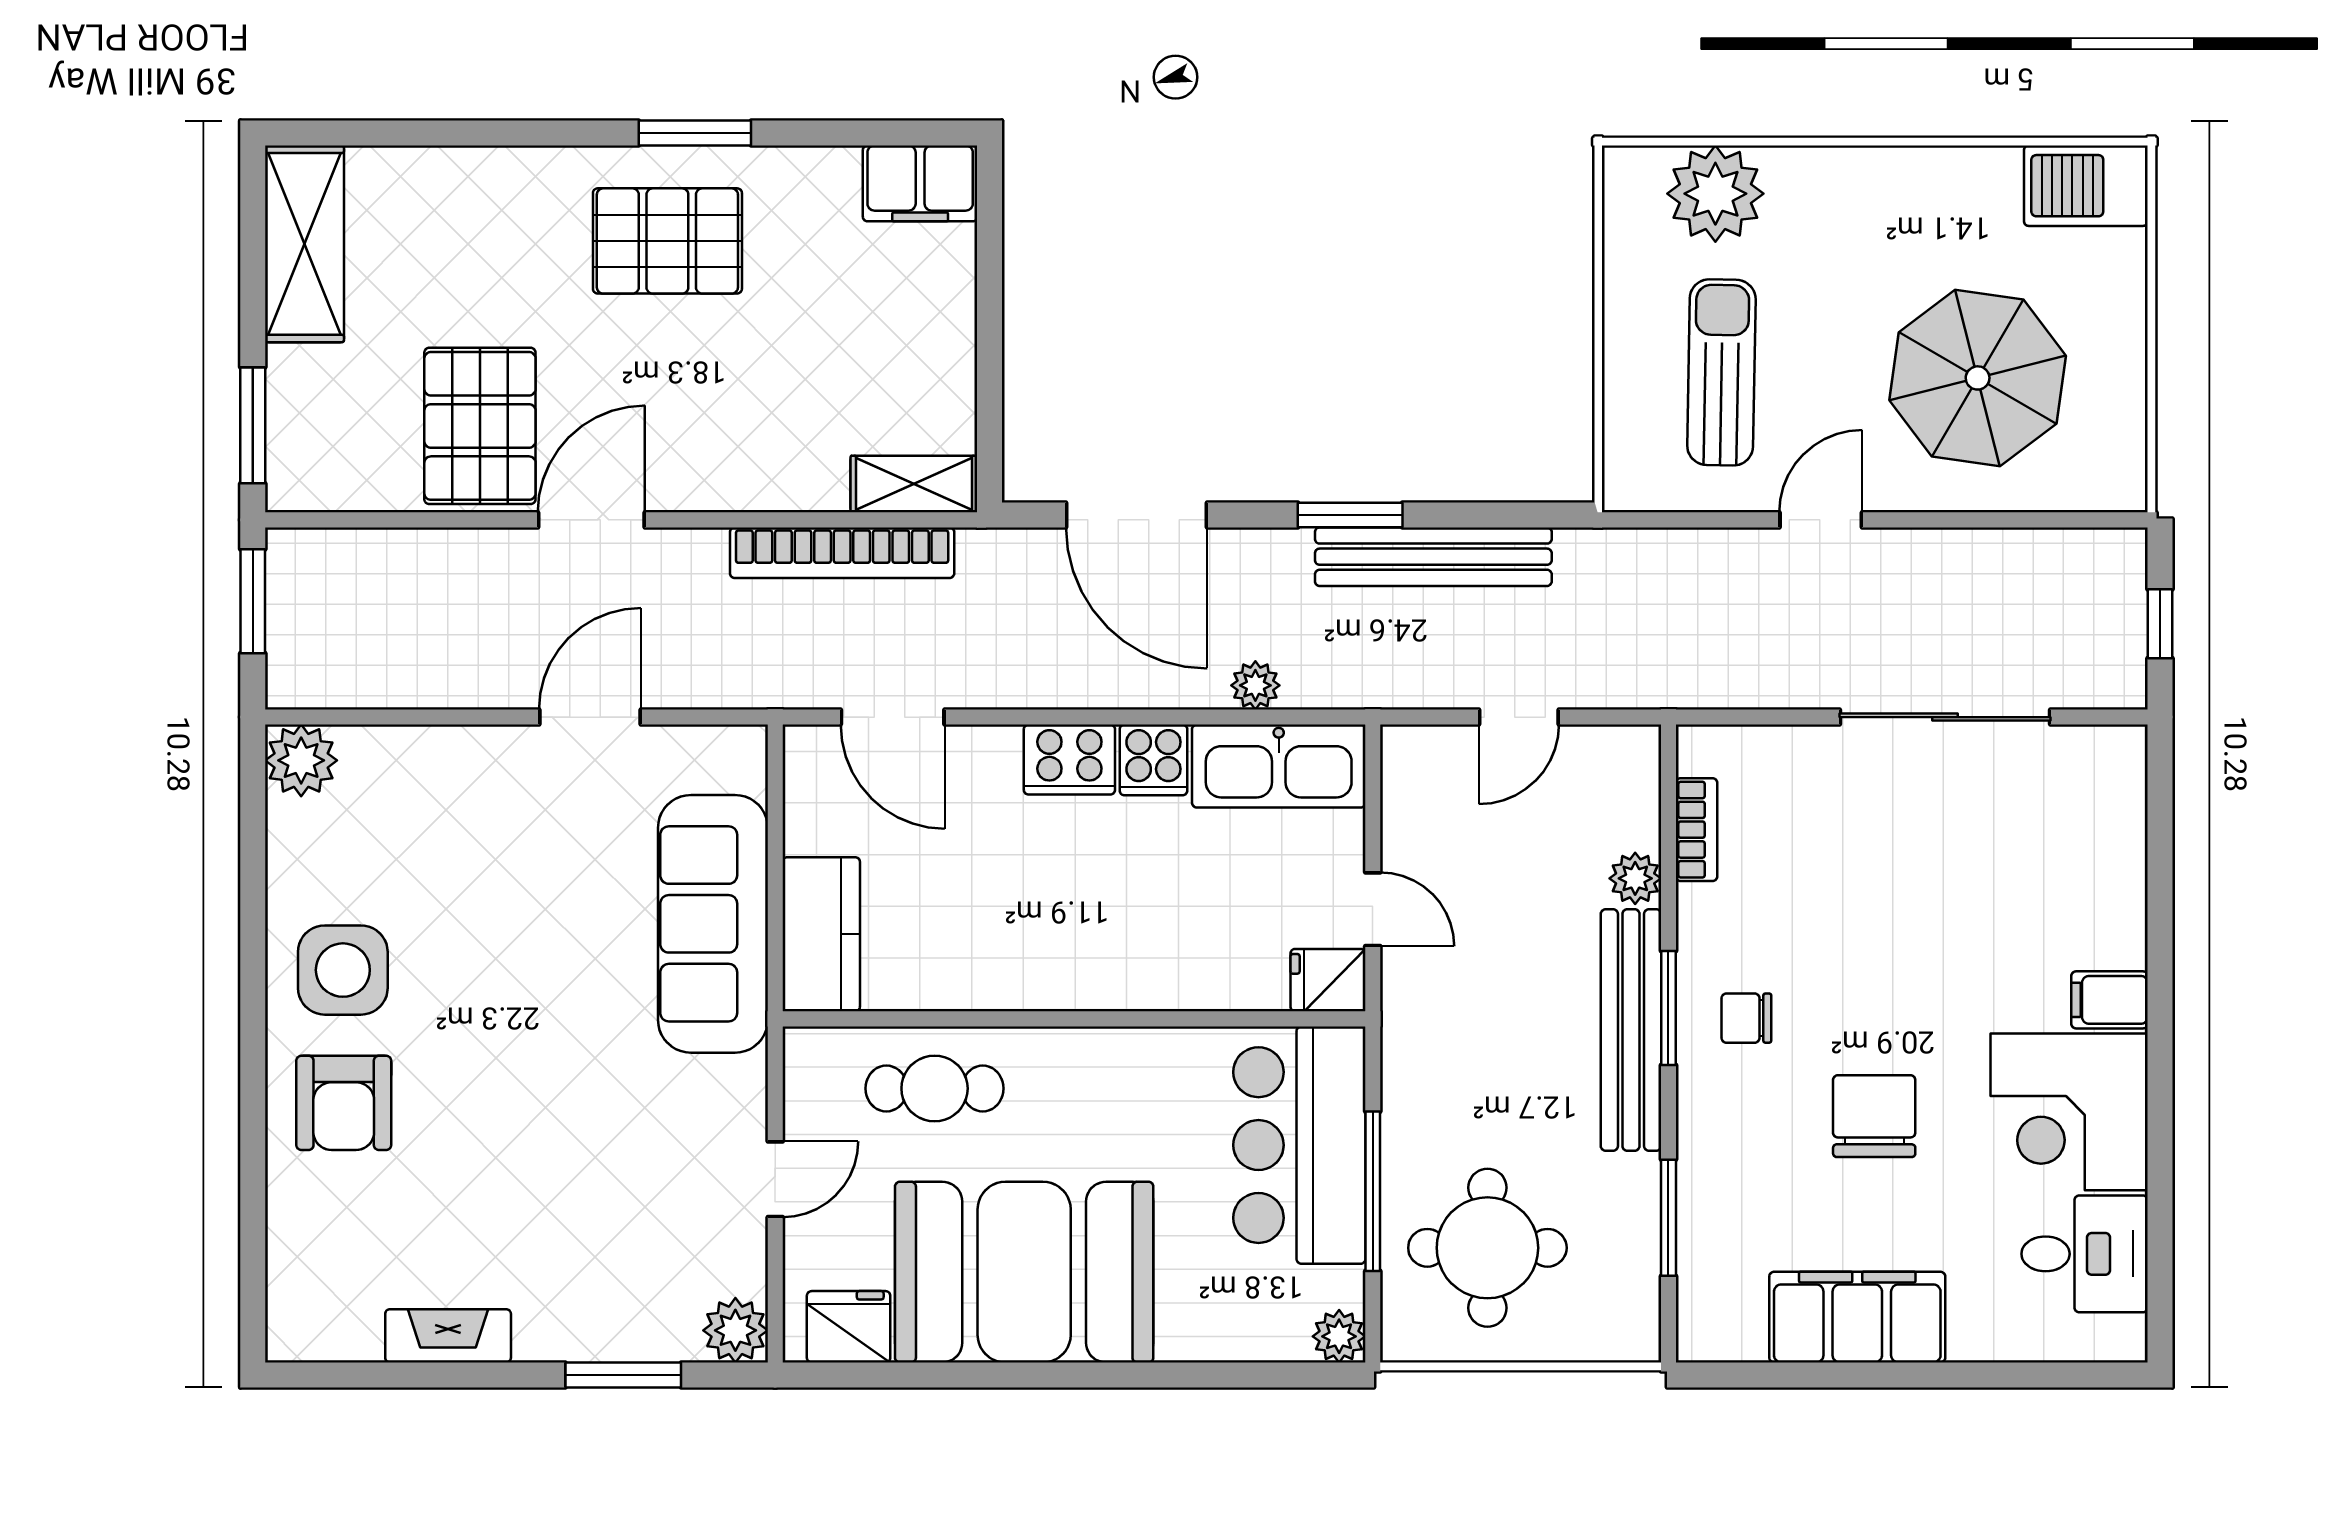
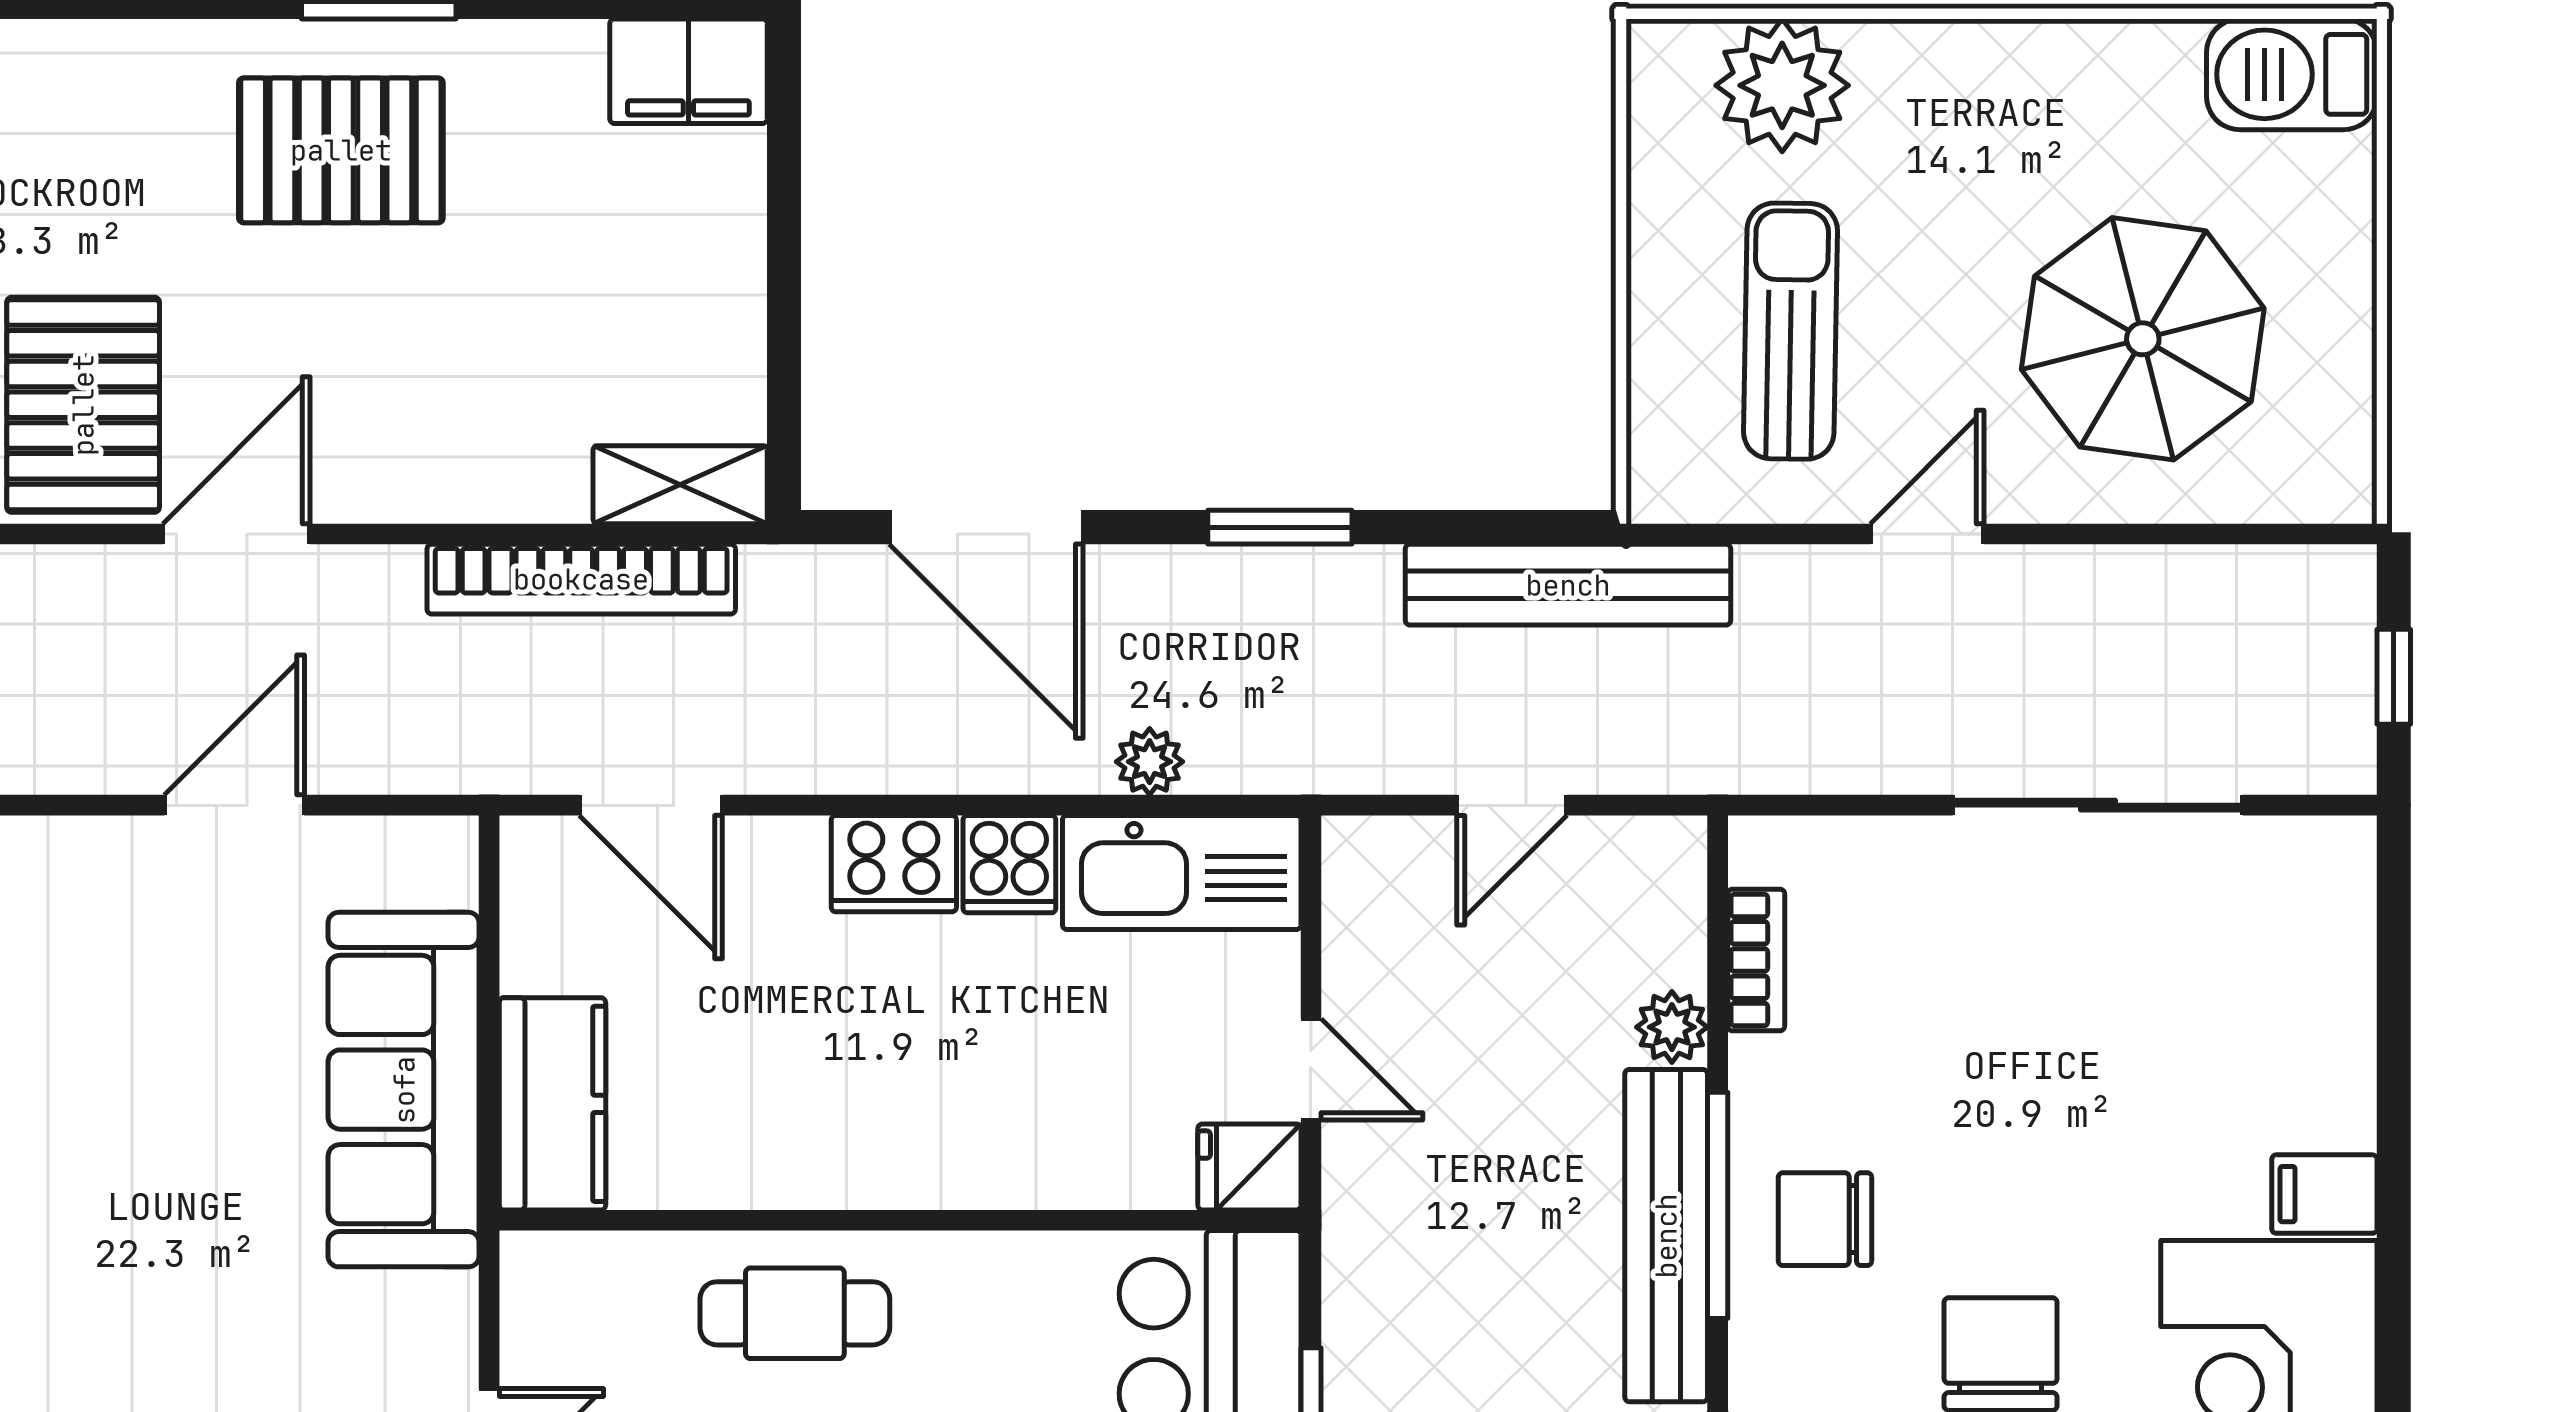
bench: (1433, 557) -> (1568, 585), moved
window: (1668, 1008) -> (1718, 1205), width x1.44
chair: (1746, 1018) -> (1825, 1219), width x1.37, depth x1.37
cafe table: (935, 1088) -> (795, 1313), moved

